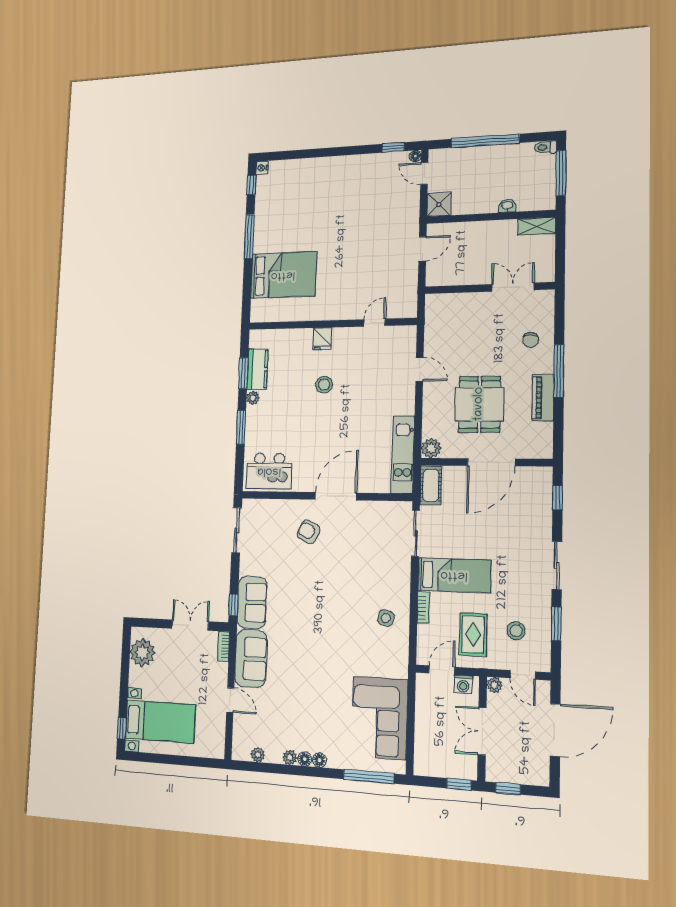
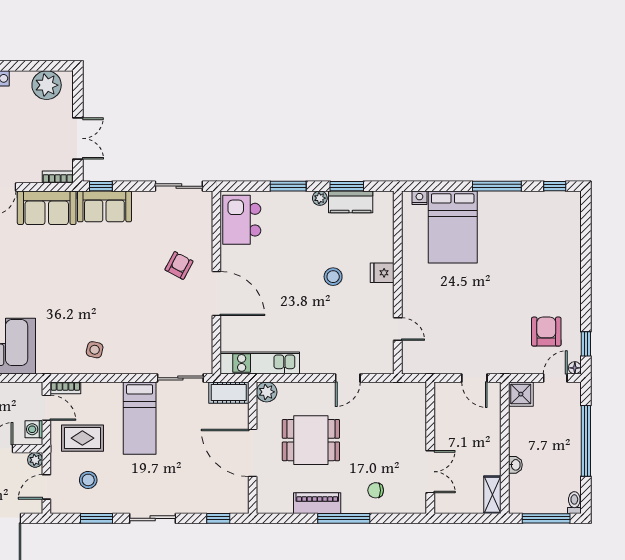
nightstand: (262, 168) -> (419, 198), moved
armchair: (381, 184) -> (546, 332), added
bookcase: (423, 608) -> (65, 388), moved

